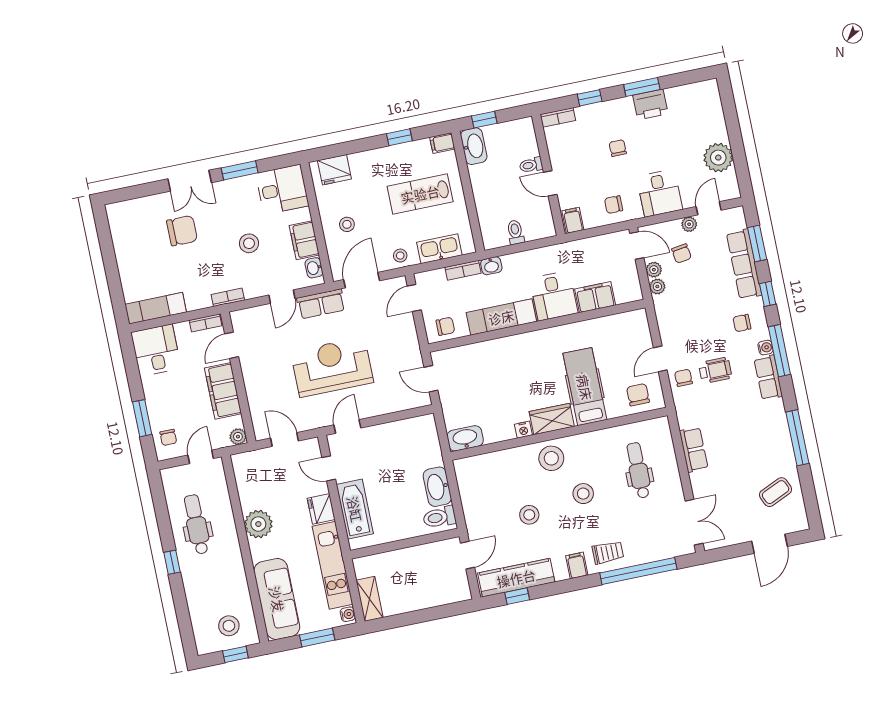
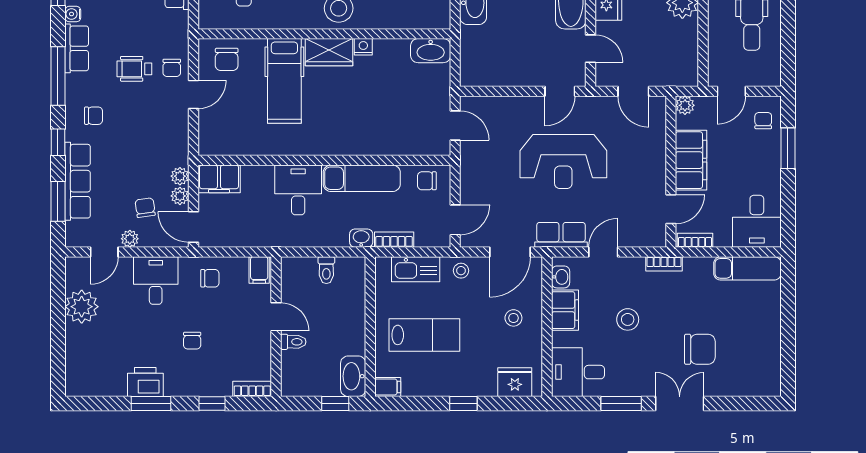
window: (399, 137) -> (463, 403), moved
chair: (182, 231) -> (700, 349), turned 180
filing cabinet: (595, 297) -> (219, 179), moved
water cooler: (765, 348) -> (73, 14), moved

